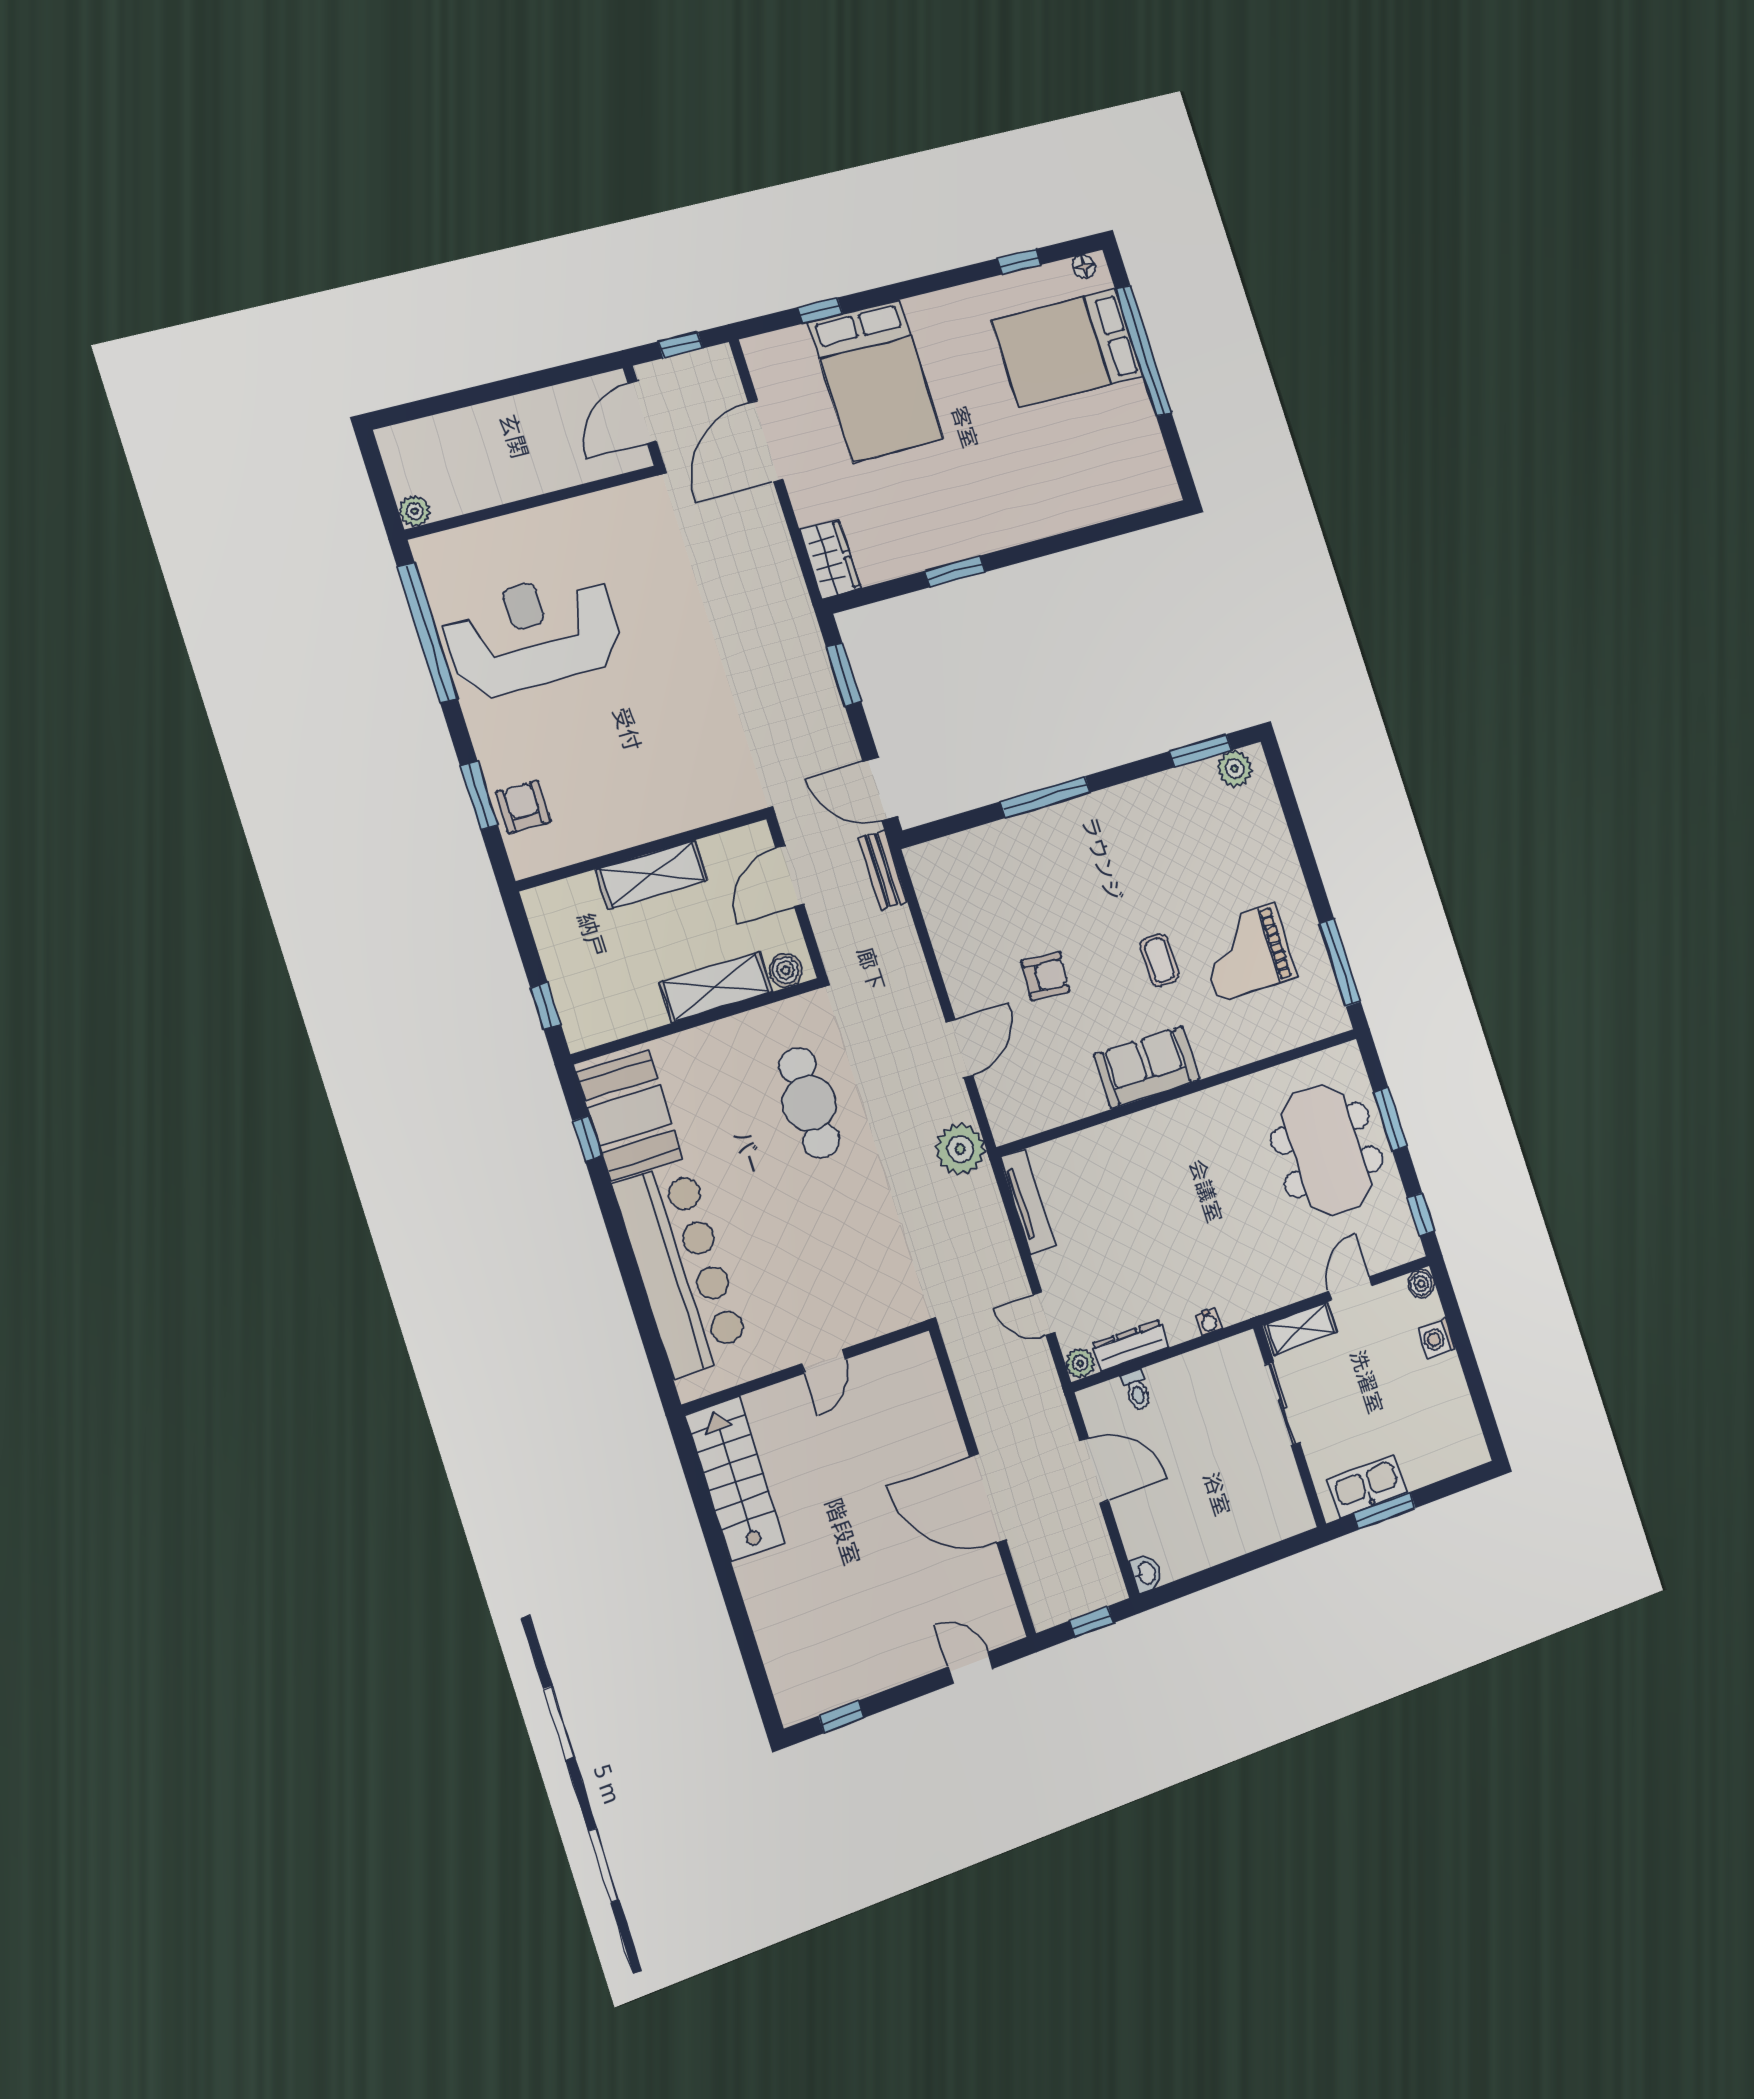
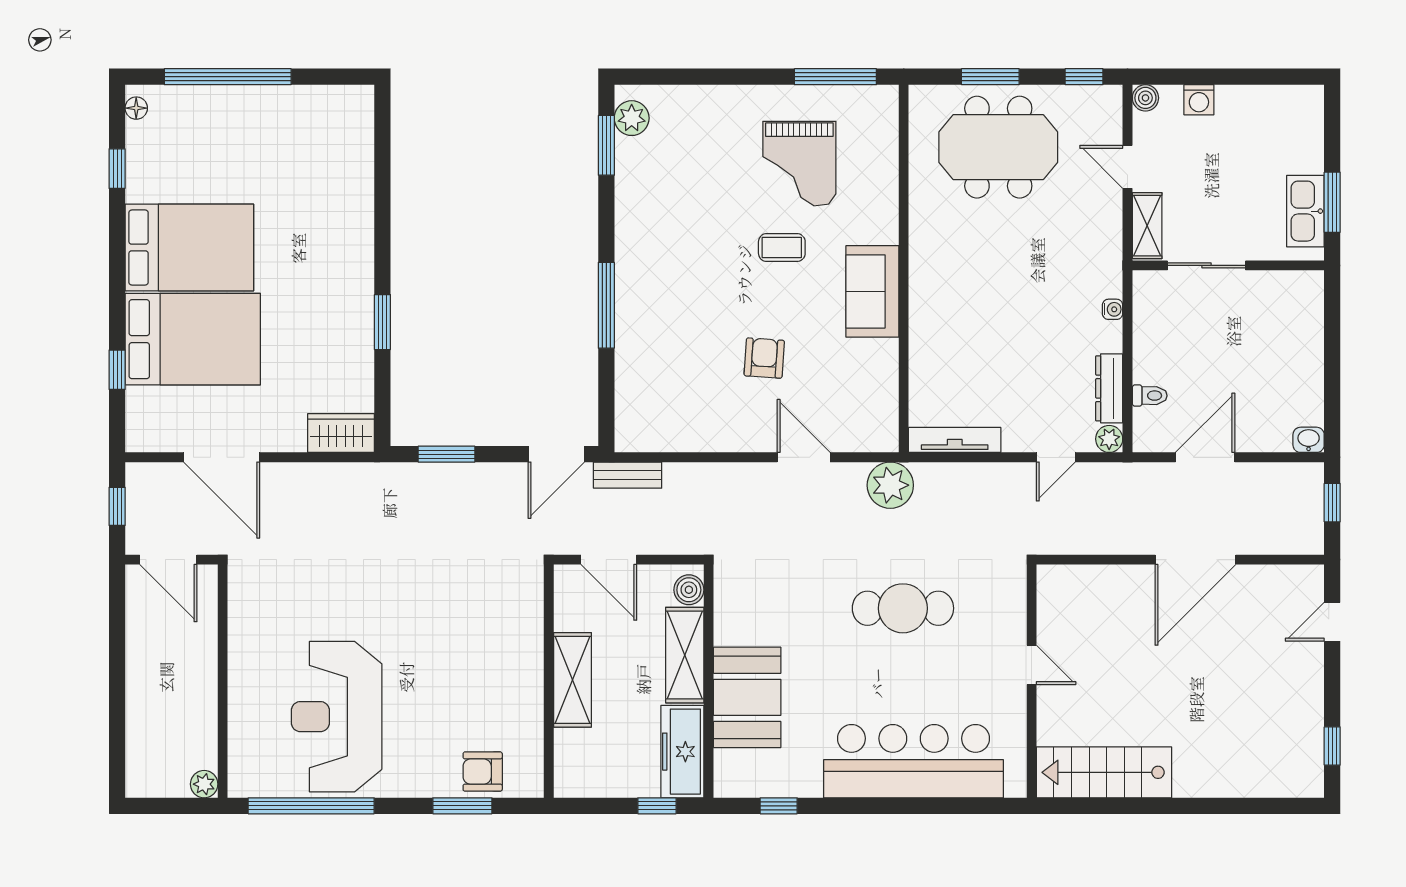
bed: (1067, 348) -> (189, 248), moved, turned -90
freezer: (613, 1016) -> (682, 752), added
cafe table: (809, 1103) -> (903, 608), moved
booth: (630, 1115) -> (747, 697), moved, turned 90

